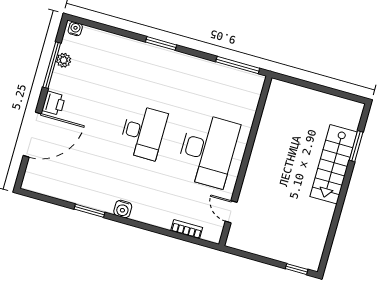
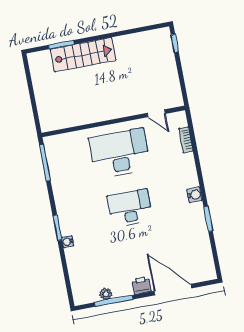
water cooler: (75, 29) -> (68, 242), moved
door: (231, 212) -> (156, 113), hinge flipped

